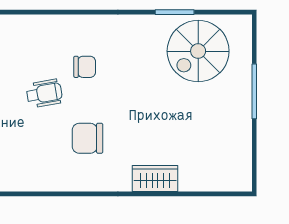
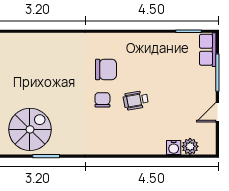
chair: (85, 67) -> (102, 100), moved, turned 90
wardrobe: (155, 179) -> (60, 42), removed

